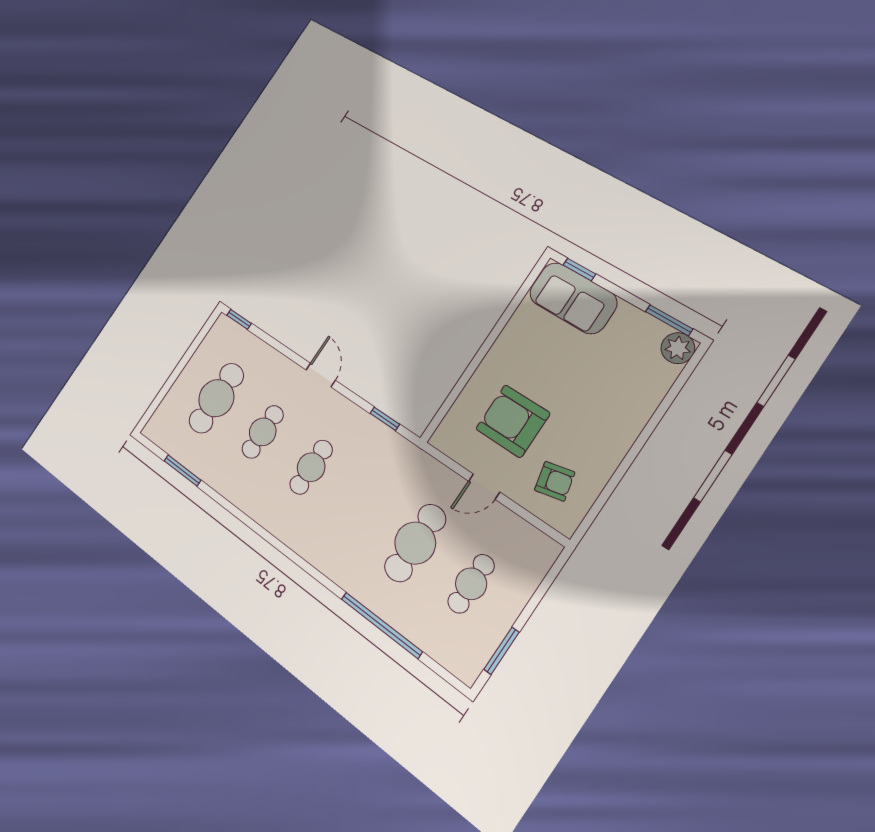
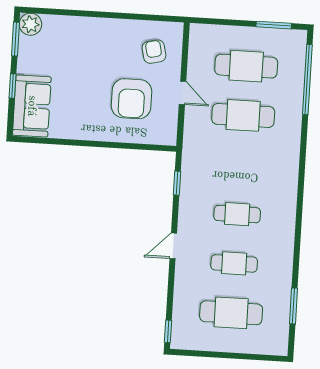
window: (579, 269) -> (13, 86), moved
cafe table: (471, 584) -> (246, 66), width x1.37, depth x1.35
window: (382, 625) -> (307, 79), moved

